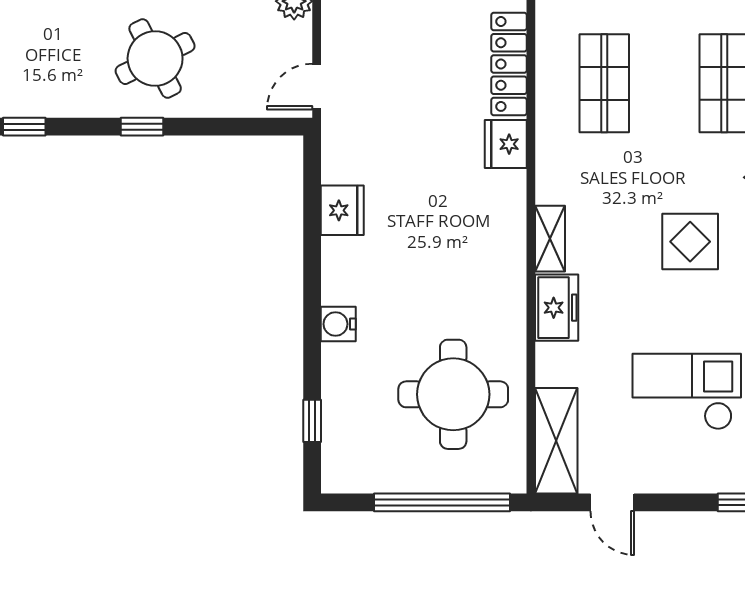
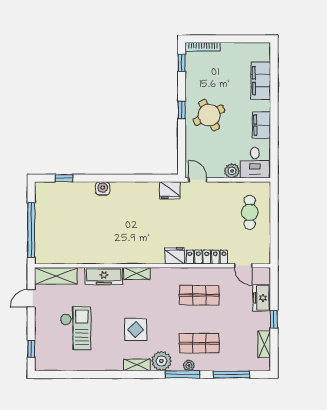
fridge: (342, 210) -> (170, 190), moved
freezer: (557, 308) -> (104, 276), width x1.40
round table: (453, 394) -> (74, 235), removed

